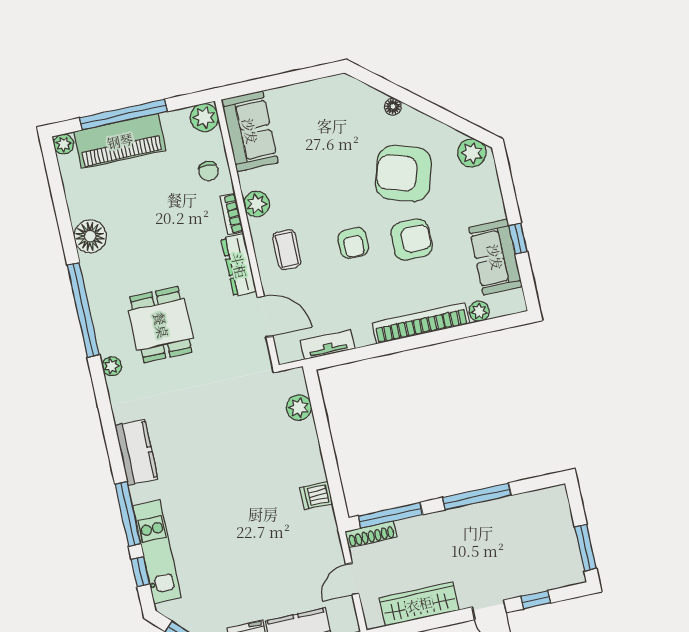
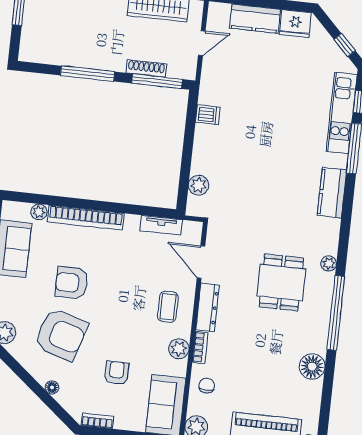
bookcase: (325, 85) -> (97, 421), added
armchair: (353, 243) -> (117, 373), moved
shoe rack: (371, 534) -> (146, 68), moved

